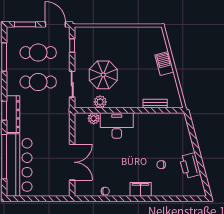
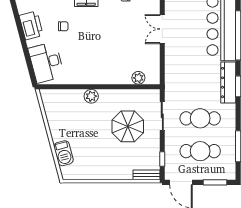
barbecue: (164, 64) -> (64, 153), moved
plant: (100, 102) -> (91, 96), moved
bench: (155, 104) -> (147, 175), moved
desk: (117, 126) -> (46, 62), moved, turned 75
double door: (72, 162) -> (162, 29), width x0.73

